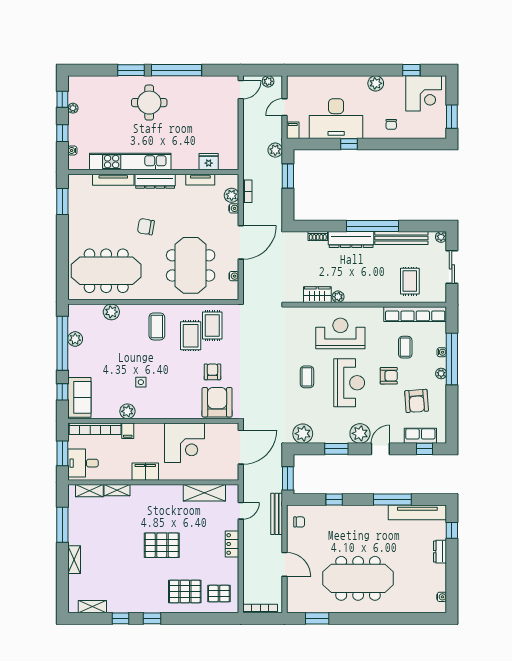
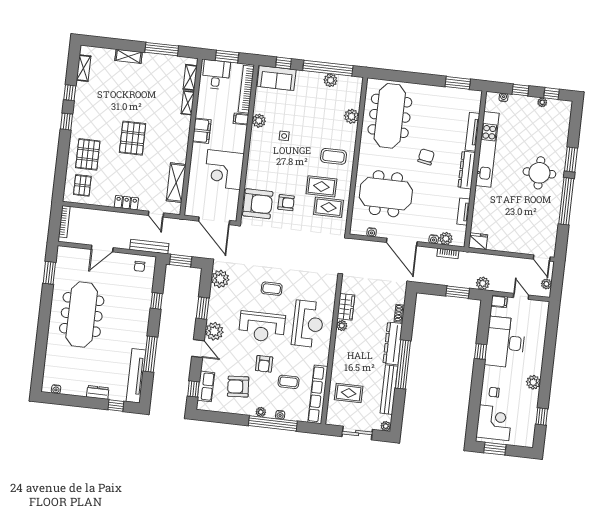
corner desk: (424, 93) -> (494, 423), moved, turned 180
fridge: (209, 162) -> (478, 241), moved, turned -90

